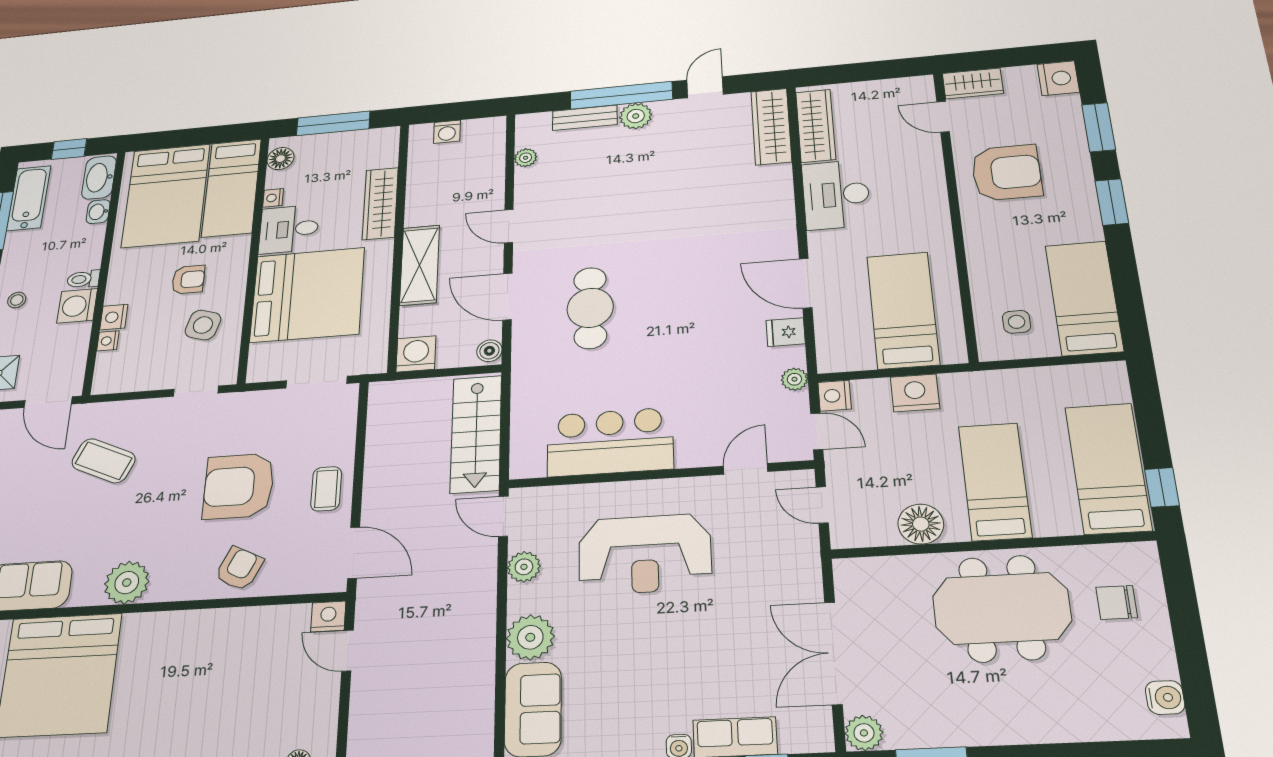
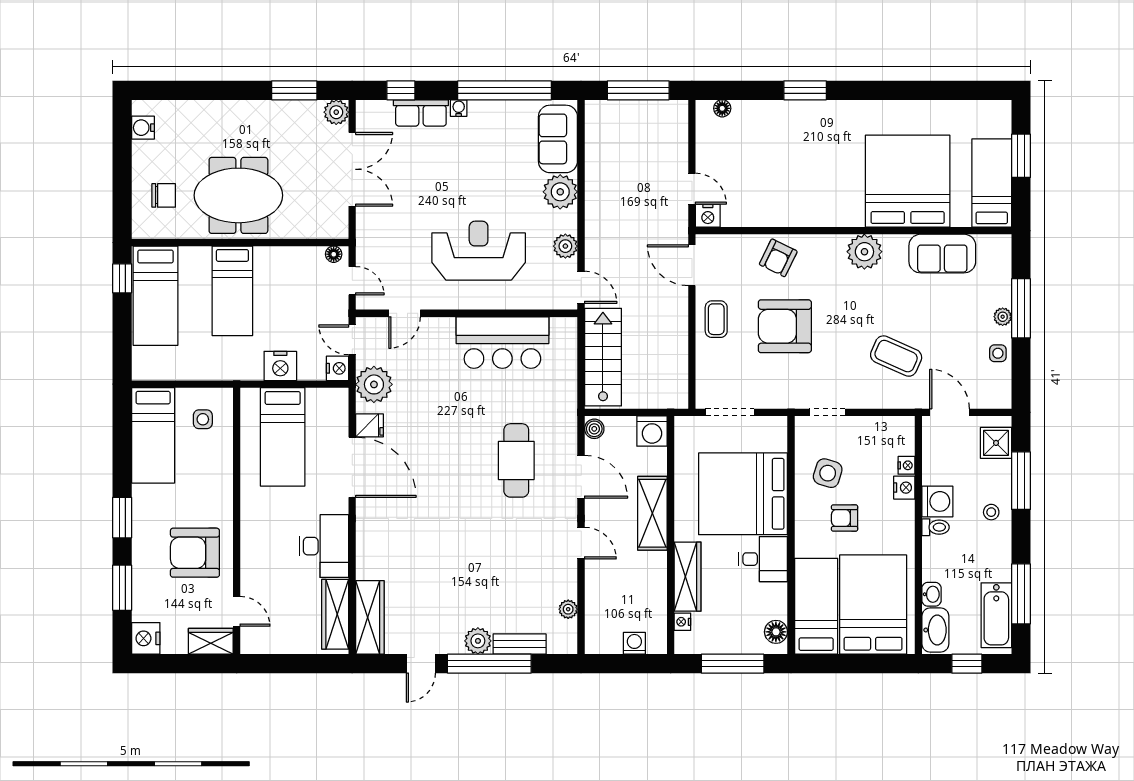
nightstand: (273, 198) -> (682, 622), moved, turned 180
door: (806, 283) -> (352, 467), width x1.36
plant: (794, 379) -> (374, 384), width x1.88, depth x1.88
armchair: (239, 486) -> (785, 326), turned 180
floor lamp: (921, 524) -> (334, 254), moved, width x0.53, depth x0.53

